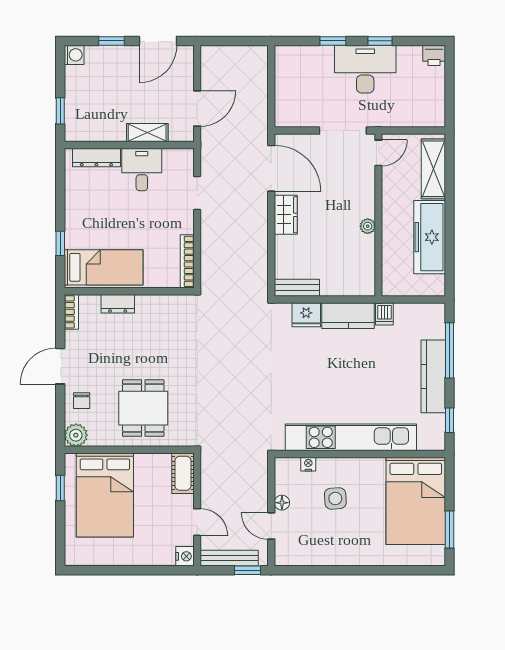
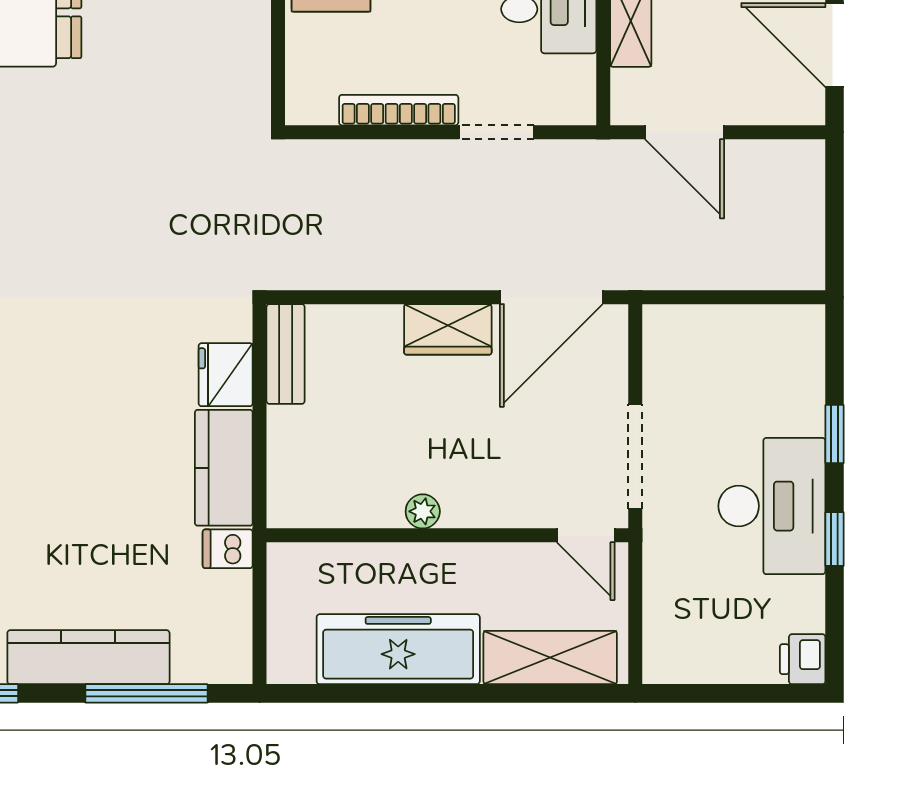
bookcase: (187, 261) -> (399, 110), moved

